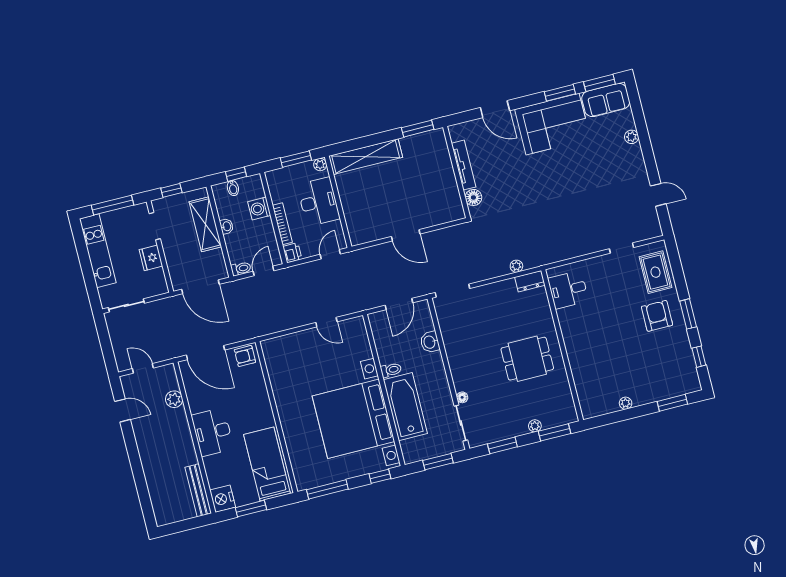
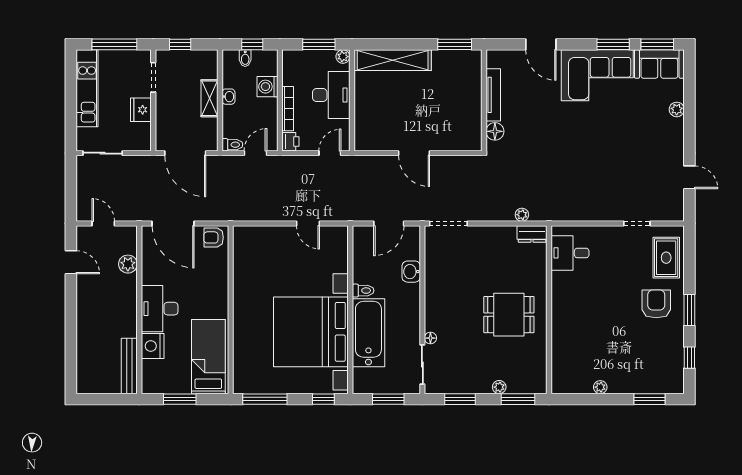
shelving: (205, 224) -> (210, 98), width x0.67, depth x0.75
nightstand: (223, 499) -> (153, 346), moved

